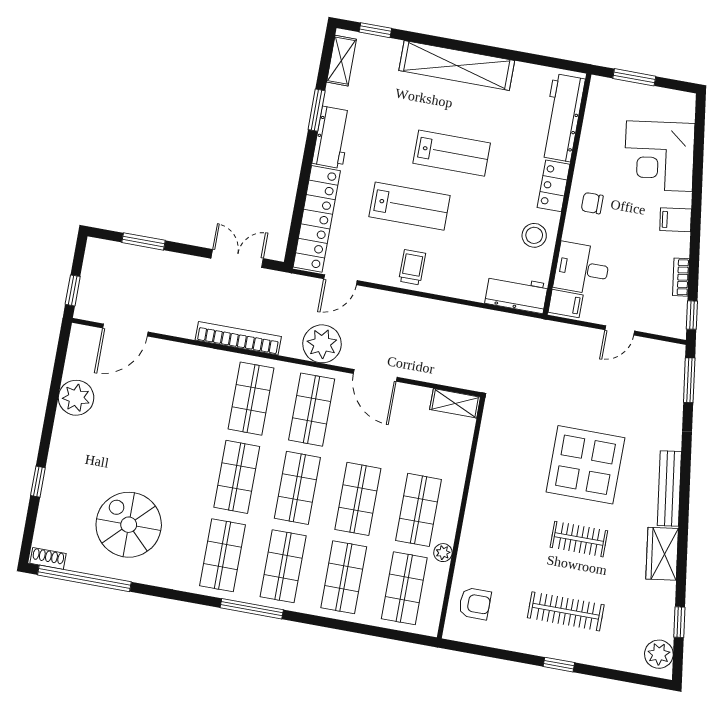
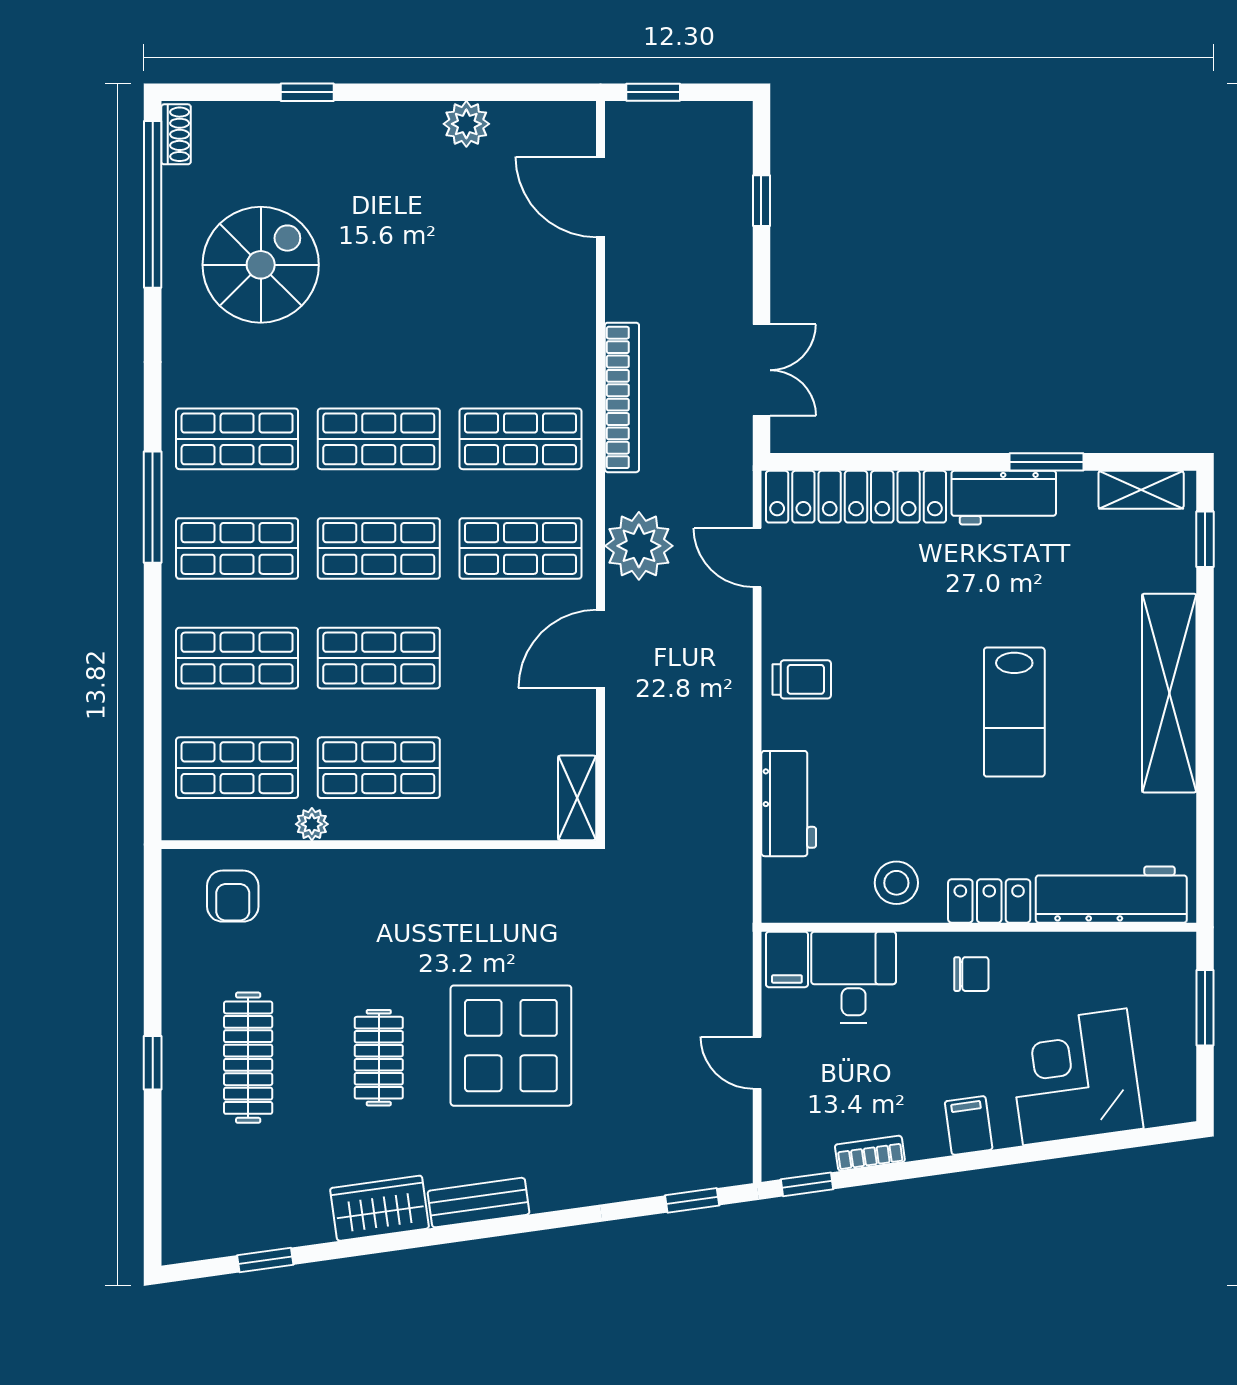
chair: (592, 203) -> (971, 974), turned 90
lab bench: (410, 206) -> (908, 655), removed
window: (144, 241) -> (761, 201), width x0.67
workbench: (516, 294) -> (789, 804), moved
window: (689, 380) -> (692, 1200), width x0.67
plant: (76, 398) -> (466, 124), width x0.73, depth x0.73
bench: (669, 488) -> (479, 1203), width x0.73
plant: (659, 654) -> (203, 1234), removed

